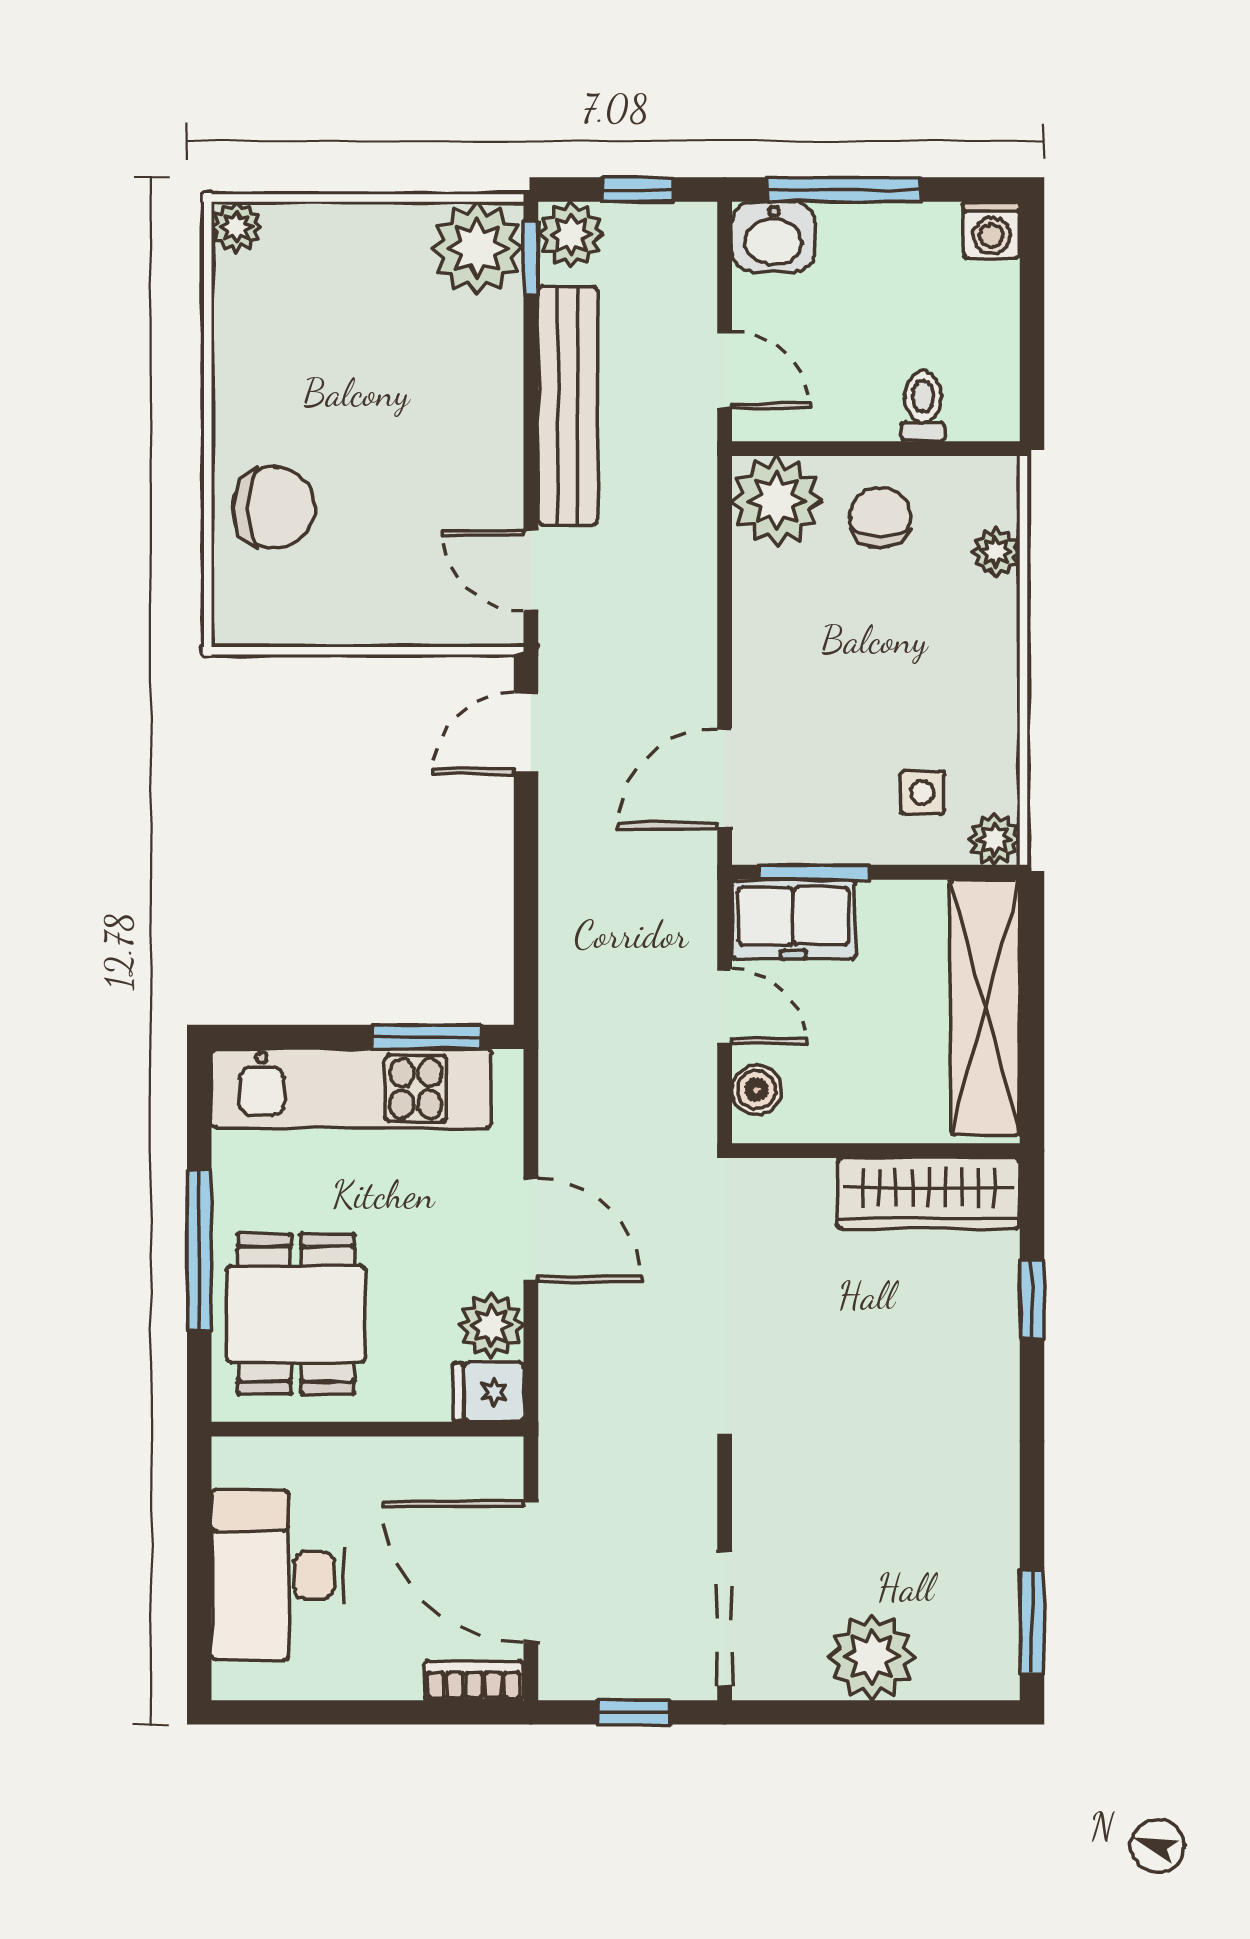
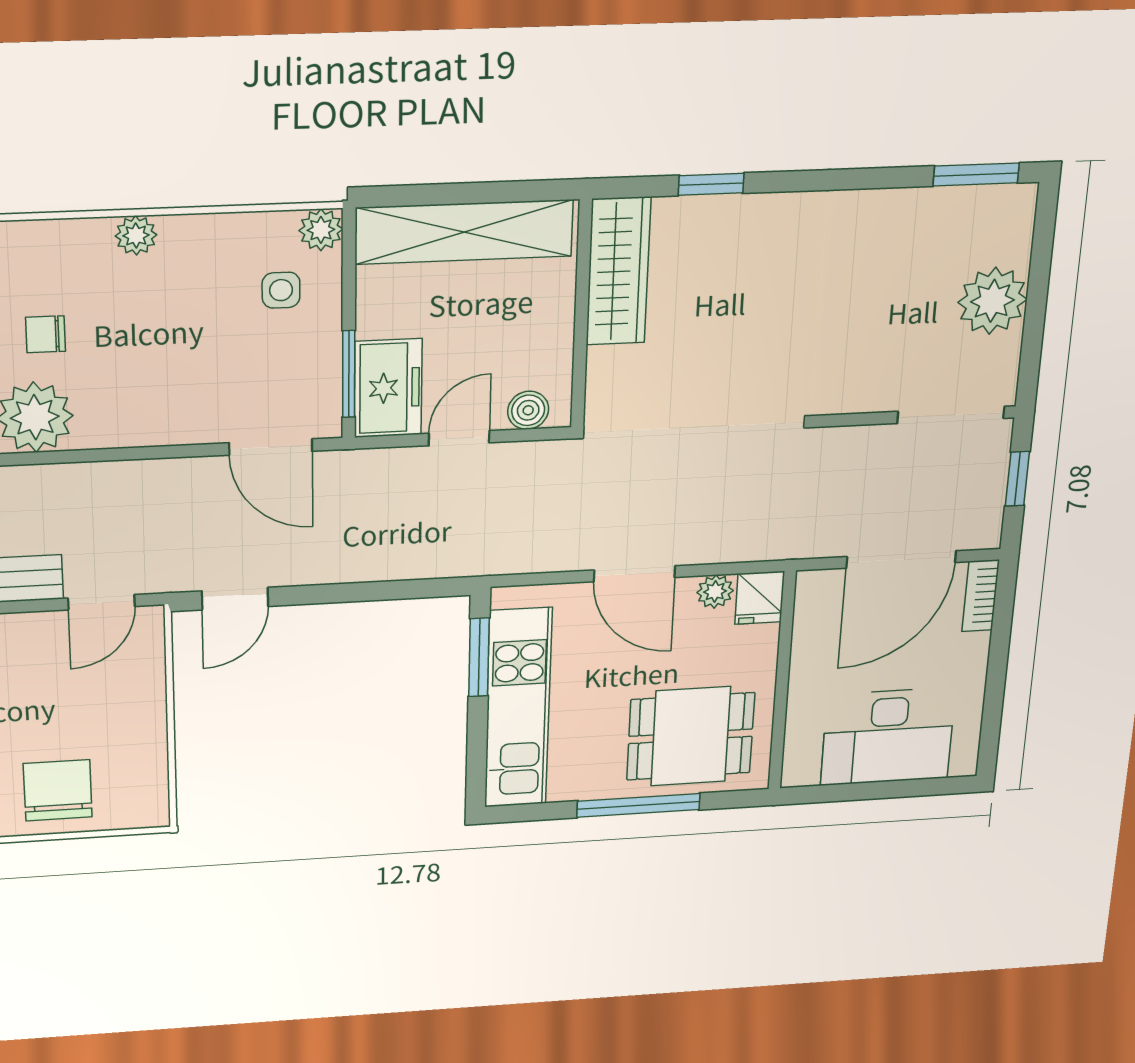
chair: (880, 517) -> (46, 334), width x0.73, depth x0.73
plant: (996, 552) -> (136, 235), moved
door: (526, 733) -> (235, 599), hinge flipped
door: (531, 1230) -> (634, 574), swing flipped
plant: (492, 1326) -> (715, 592), width x0.73, depth x0.73

